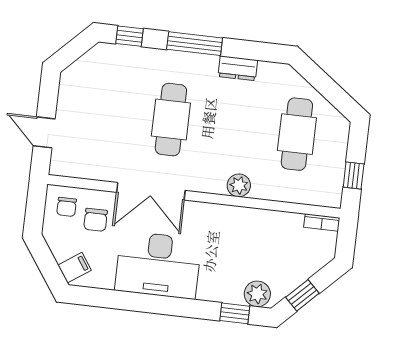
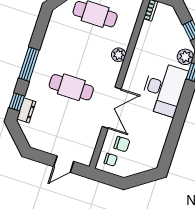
dresser: (238, 68) -> (26, 110), moved
desk: (158, 265) -> (164, 89), moved
filing cabinet: (75, 268) -> (148, 162), removed

